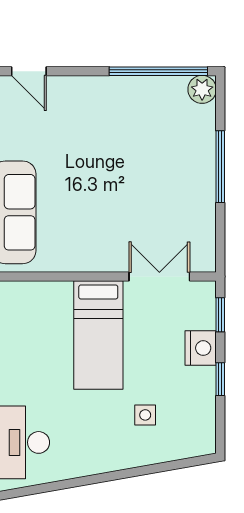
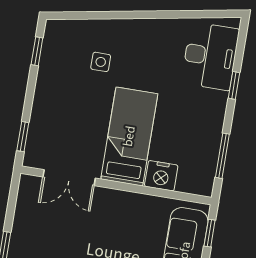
nightstand: (201, 348) -> (161, 176), moved, turned -90
window: (220, 379) -> (37, 51), moved

